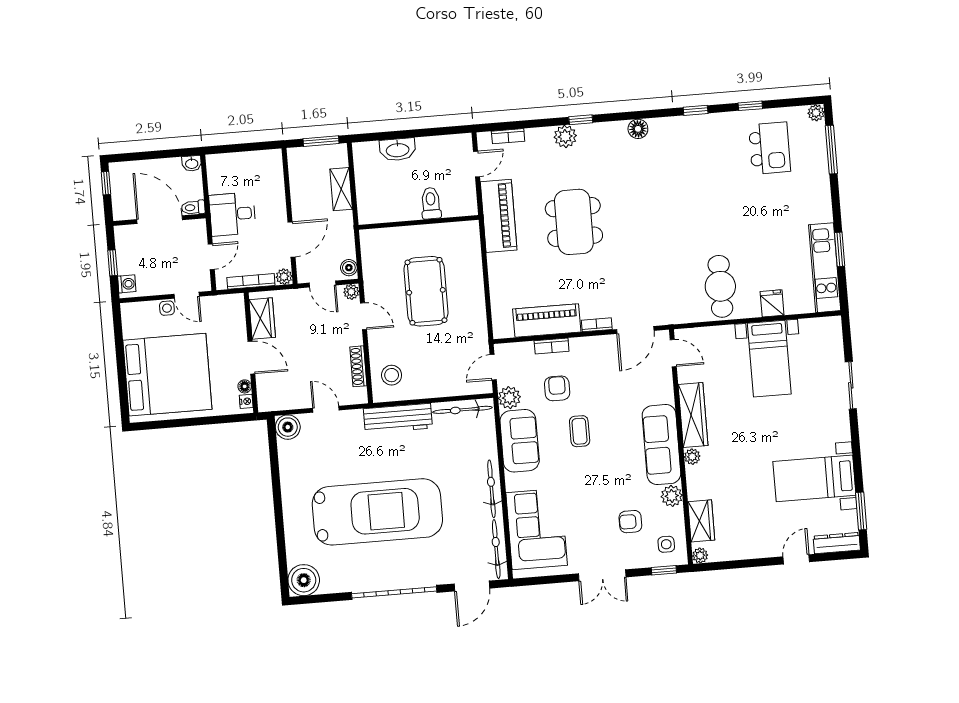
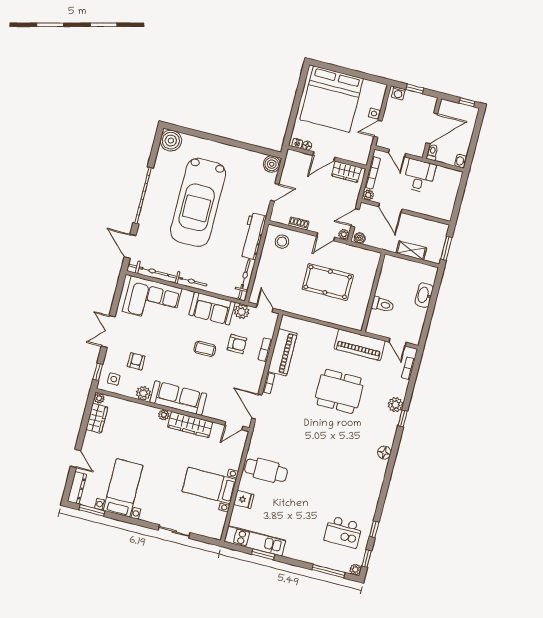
window: (696, 110) -> (367, 558), moved
shoe rack: (358, 366) -> (299, 223), width x0.70
wardrobe: (701, 521) -> (97, 418), moved, turned -90

